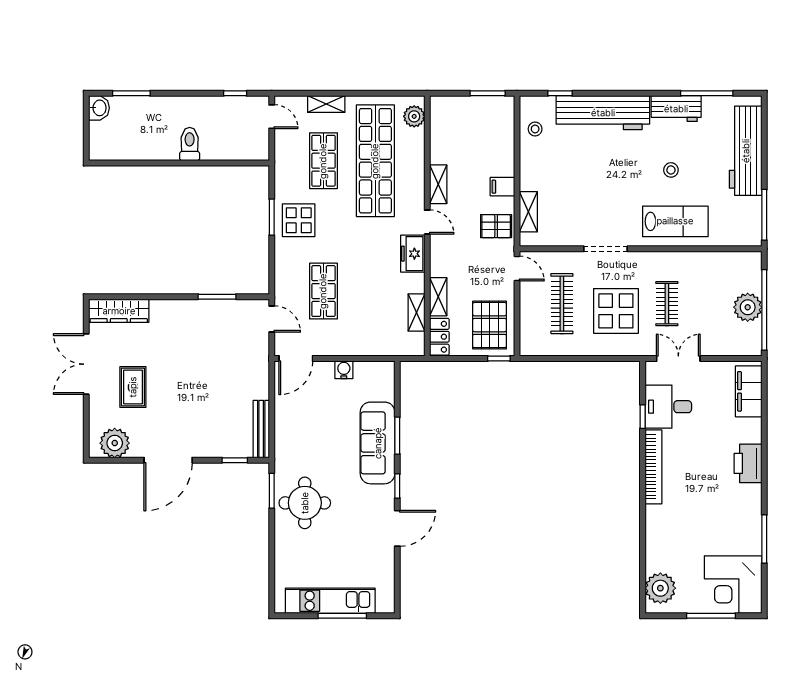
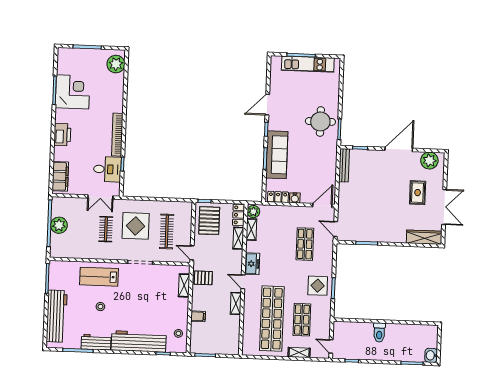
plant: (414, 116) -> (253, 212), moved
filing cabinet: (502, 187) -> (198, 316), moved
locker: (373, 370) -> (278, 197), added
corner desk: (733, 585) -> (73, 92), moved

